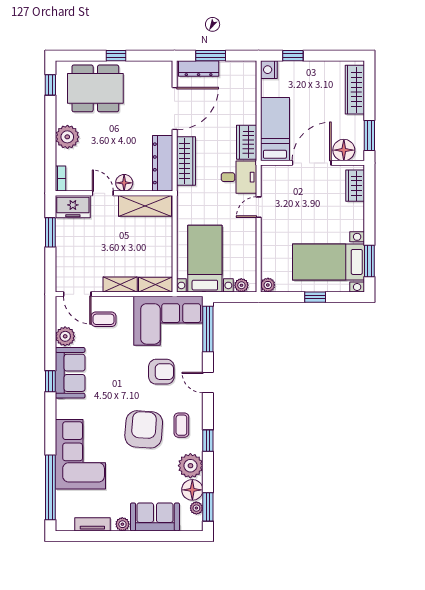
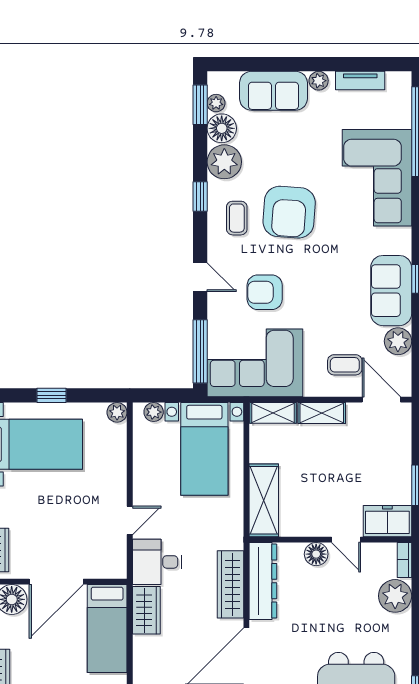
plant: (67, 137) -> (395, 596), moved
shelving: (145, 206) -> (264, 500), moved, turned 90

